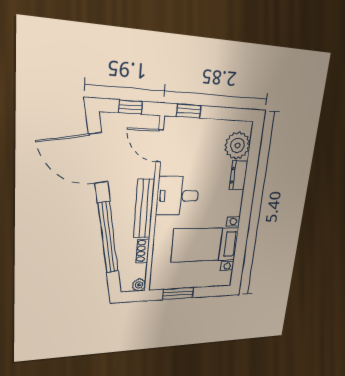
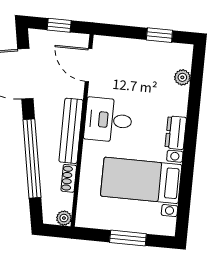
window: (189, 111) -> (159, 35), moved
plant: (237, 145) -> (182, 77), width x0.53, depth x0.53
dresser: (238, 175) -> (176, 133), moved
window: (178, 294) -> (128, 238), moved

